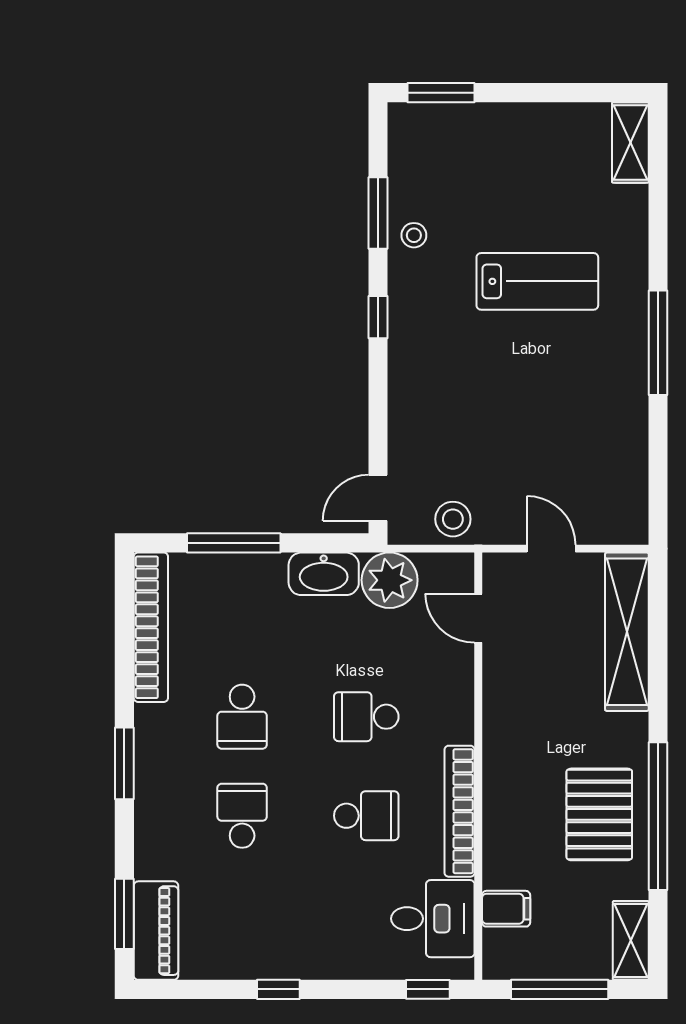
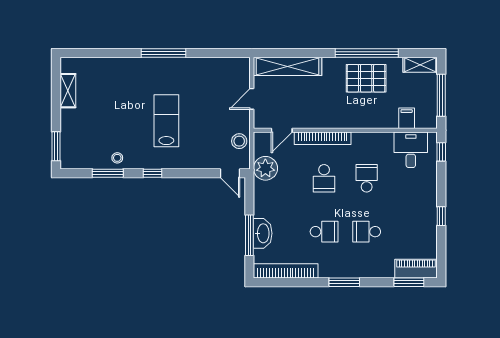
shelving: (630, 143) -> (68, 91), moved, turned 90
lab bench: (537, 281) -> (166, 121), moved
washbasin: (324, 574) -> (263, 233), moved
bookcase: (460, 811) -> (323, 138), moved

